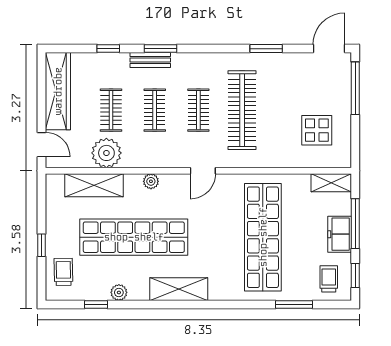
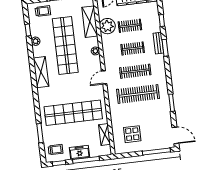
clothes rail: (198, 110) -> (135, 71), width x1.36
door: (203, 171) -> (104, 77), hinge flipped
shelving: (331, 183) -> (105, 135), moved

